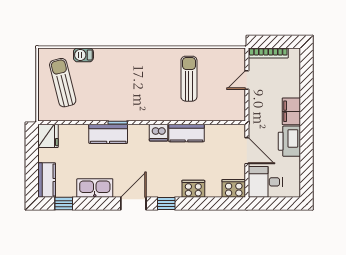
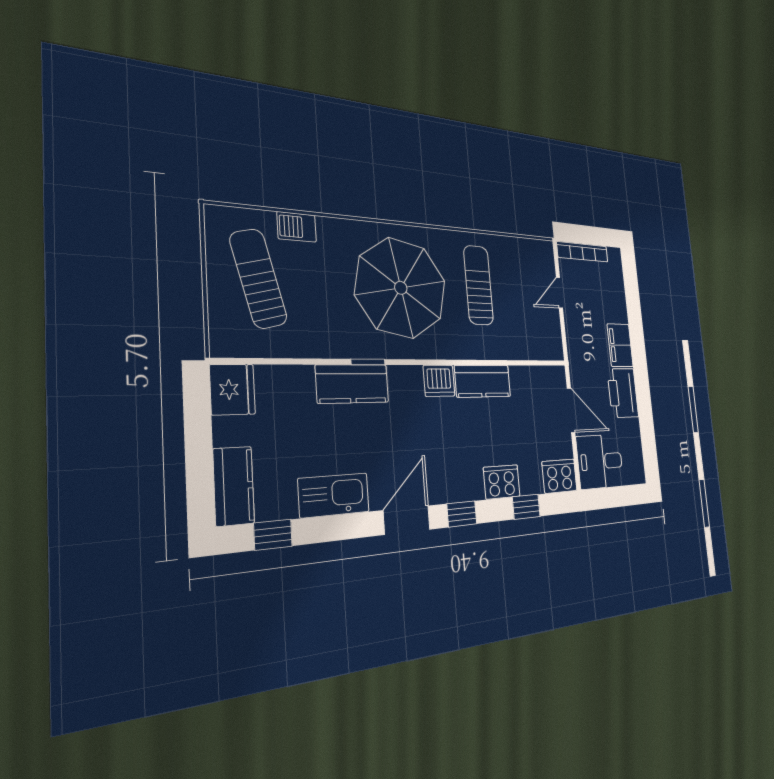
parasol: (140, 83) -> (401, 288), added
window: (208, 204) -> (526, 507), added

